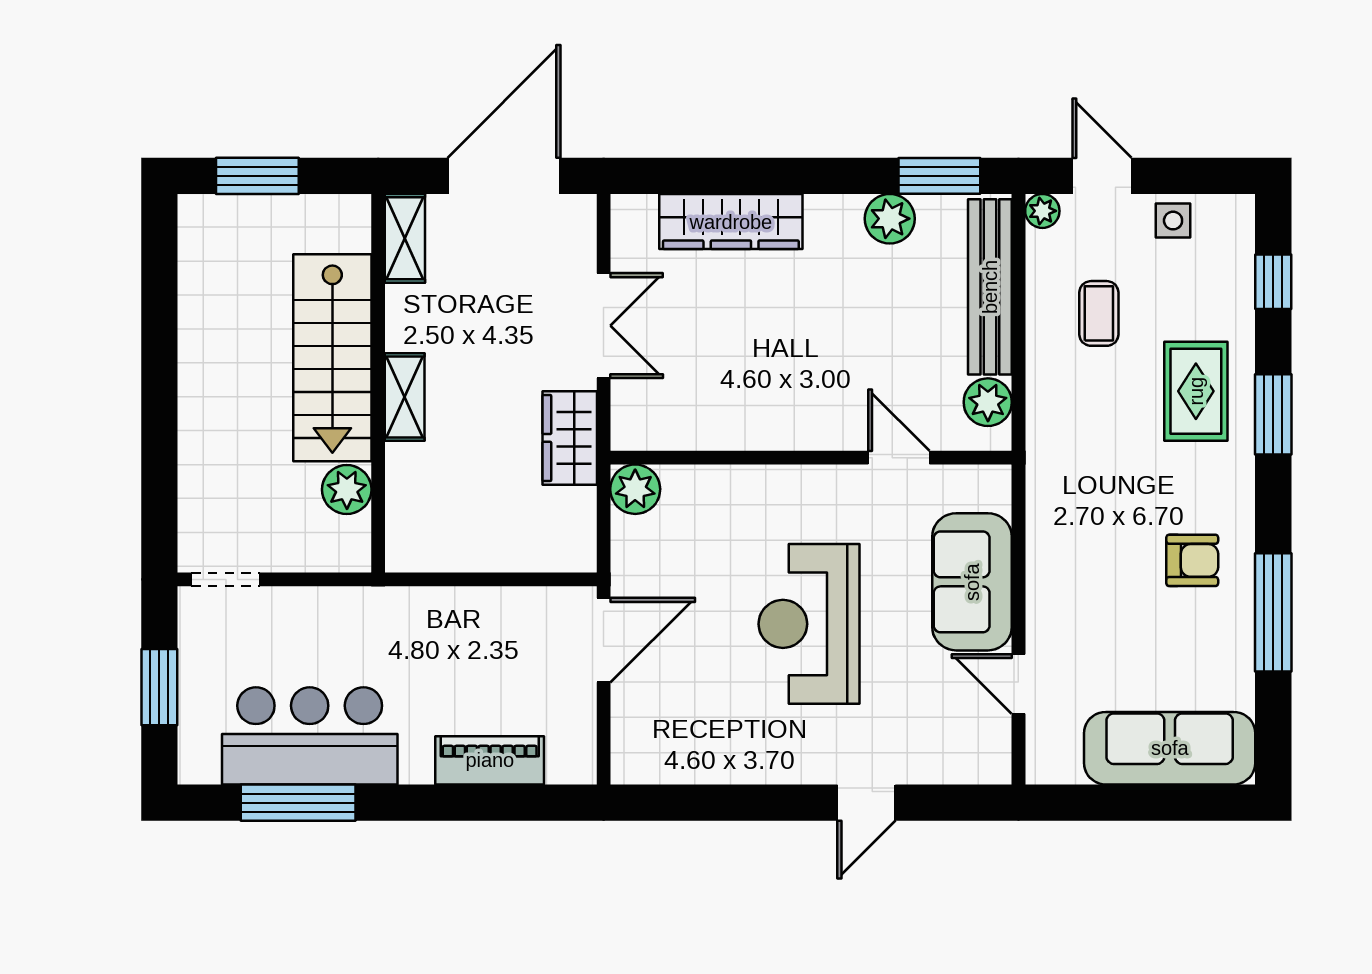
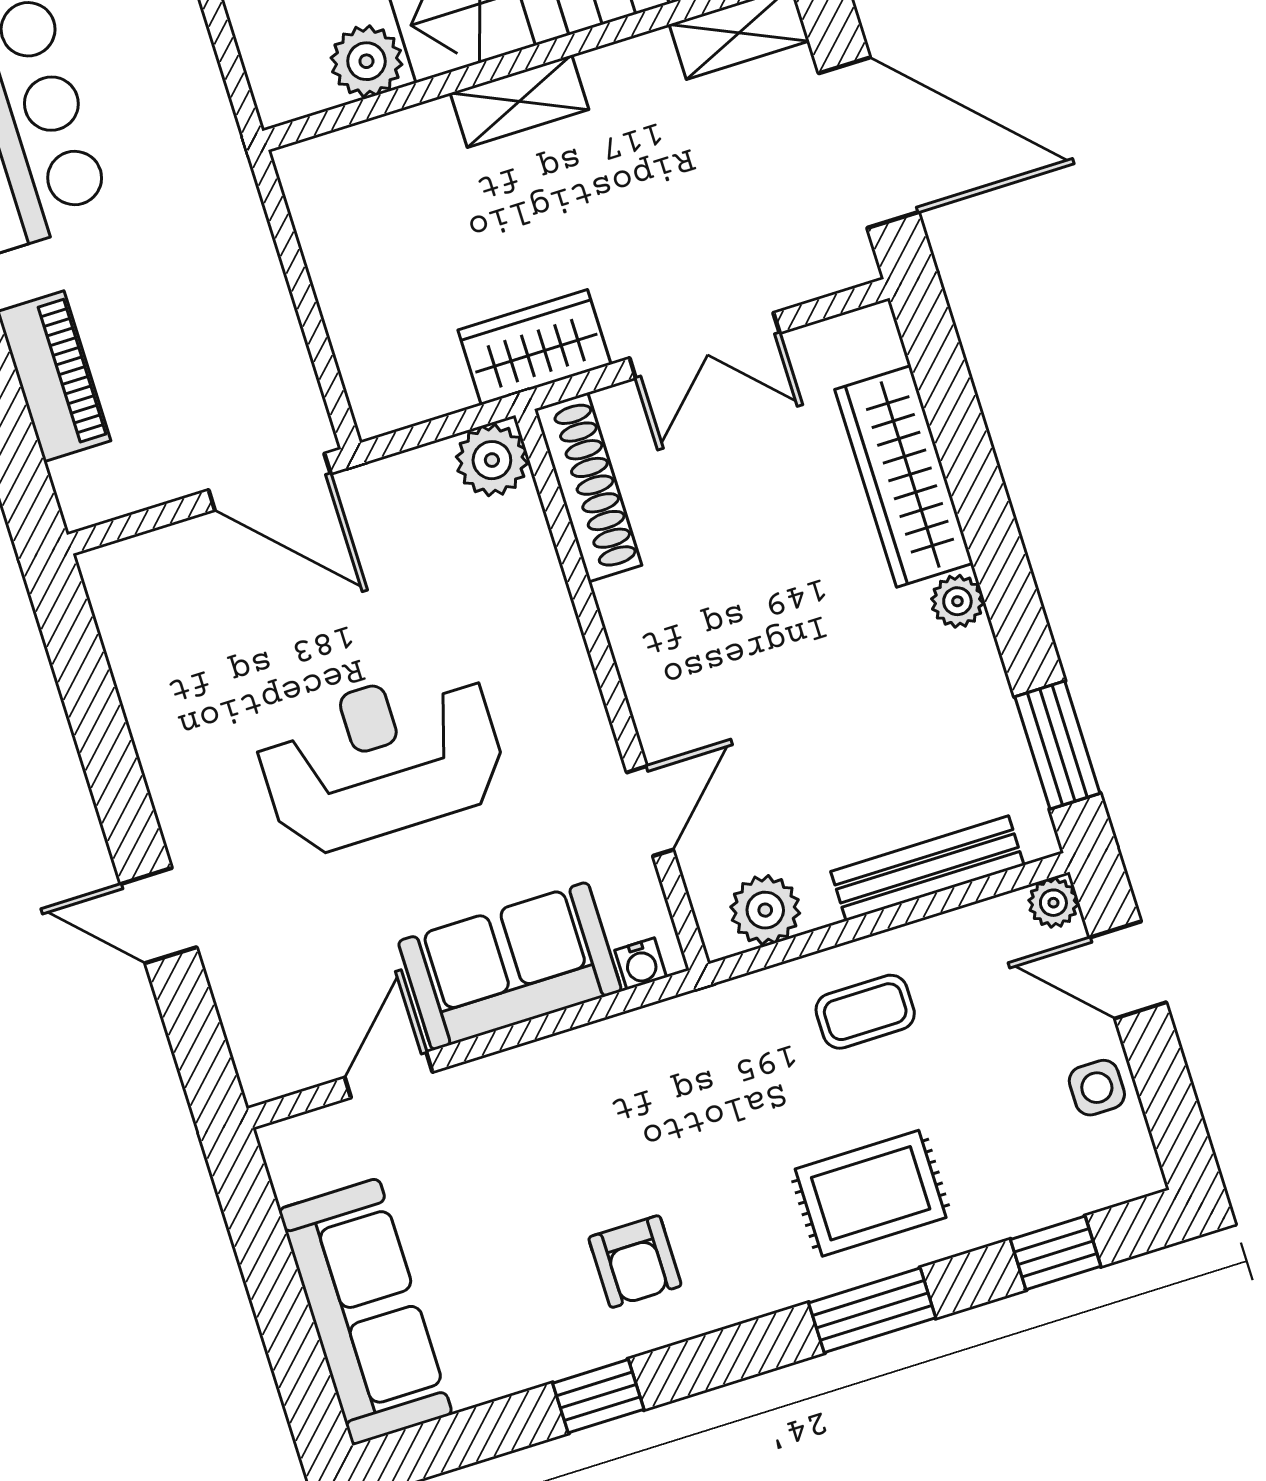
door: (1102, 176) -> (1128, 970), swing flipped
plant: (890, 219) -> (957, 601), moved, width x0.73, depth x0.73
bench: (990, 287) -> (927, 868), width x0.73, depth x0.82
coffee table: (1099, 313) -> (865, 1012), moved
shoe rack: (673, 432) -> (588, 487), added
water cooler: (997, 495) -> (641, 964), added
window: (1273, 612) -> (598, 1396), width x0.46

